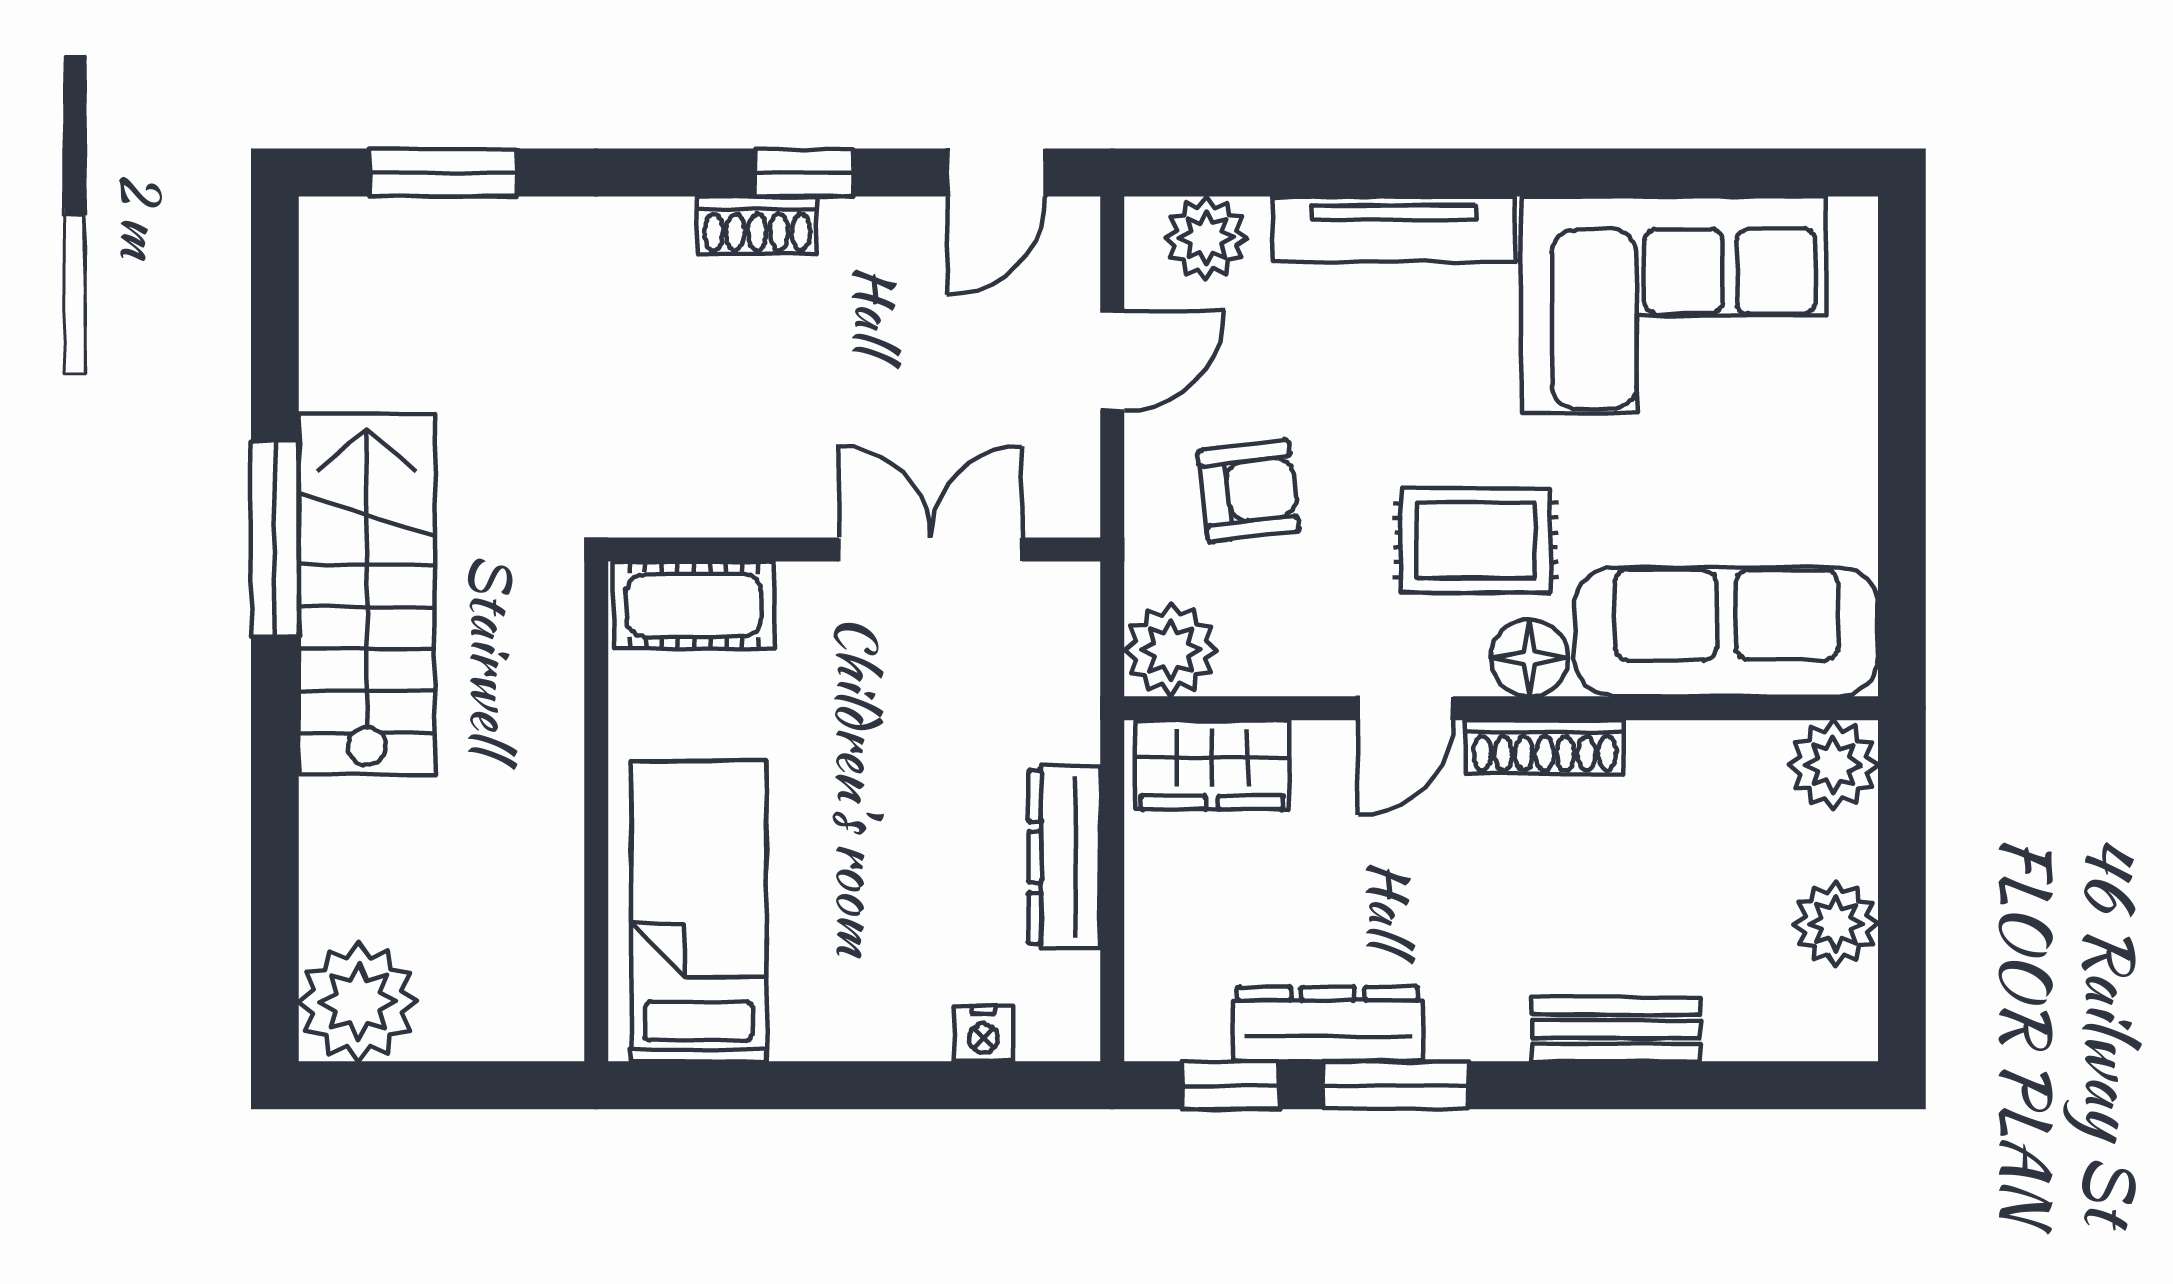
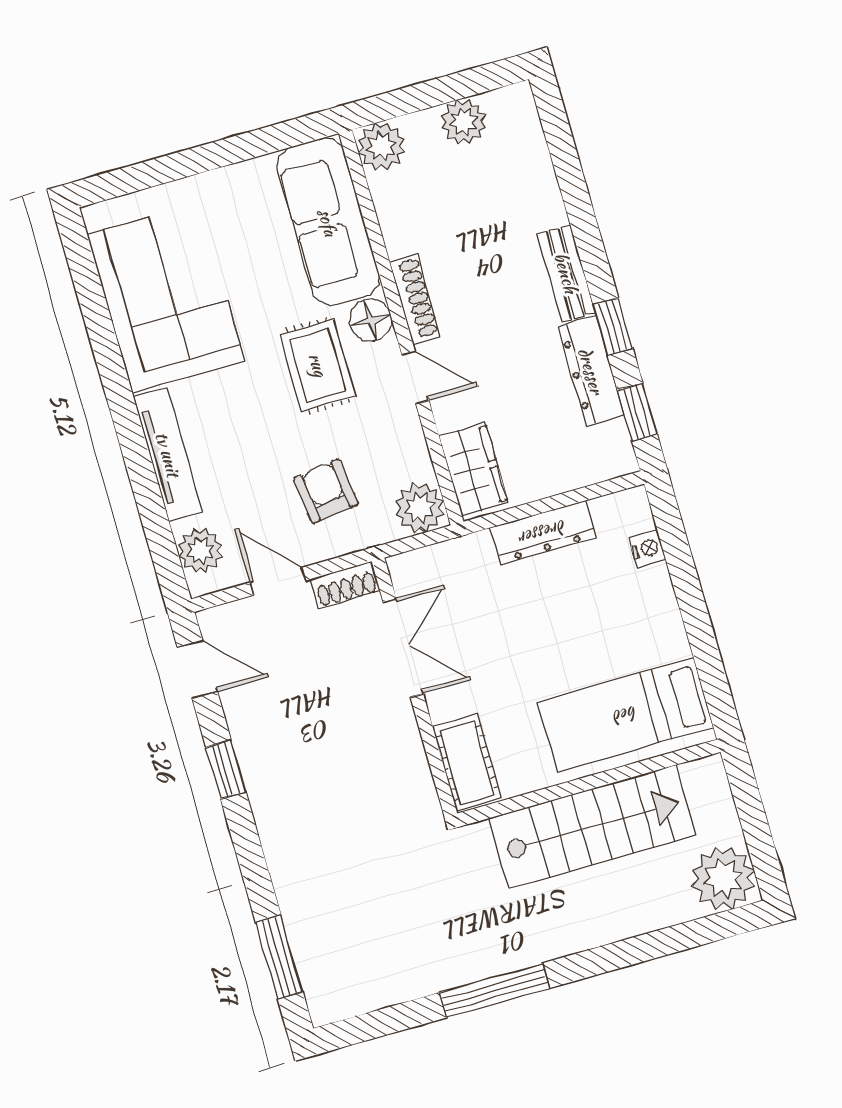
shoe rack: (757, 225) -> (345, 585), moved, turned 90
double door: (931, 550) -> (403, 648), swing flipped
stairs: (367, 595) -> (592, 827), moved, turned 180
bench: (1616, 1029) -> (566, 273), moved
window: (1395, 1085) -> (613, 327), width x0.67

